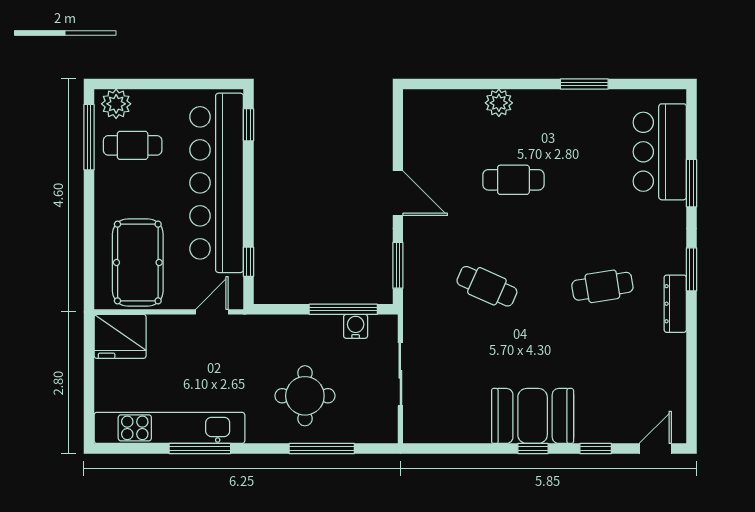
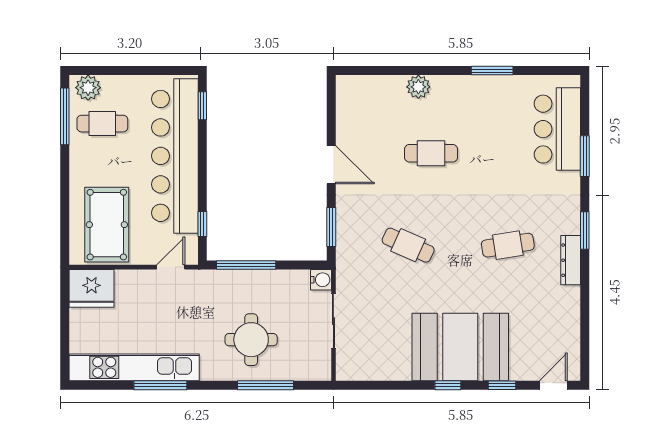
window: (343, 309) -> (246, 265), moved
water cooler: (356, 326) -> (321, 280), moved, turned 90
booth: (533, 416) -> (460, 347), width x1.36, depth x1.42

